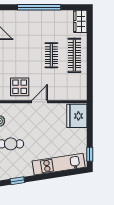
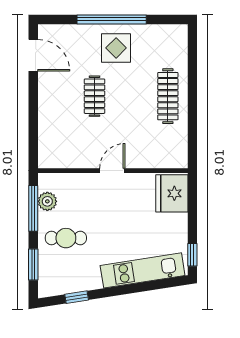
wardrobe: (80, 21) -> (177, 42), removed
clothes rail: (51, 55) -> (95, 96), moved
display table: (20, 87) -> (116, 48), moved

